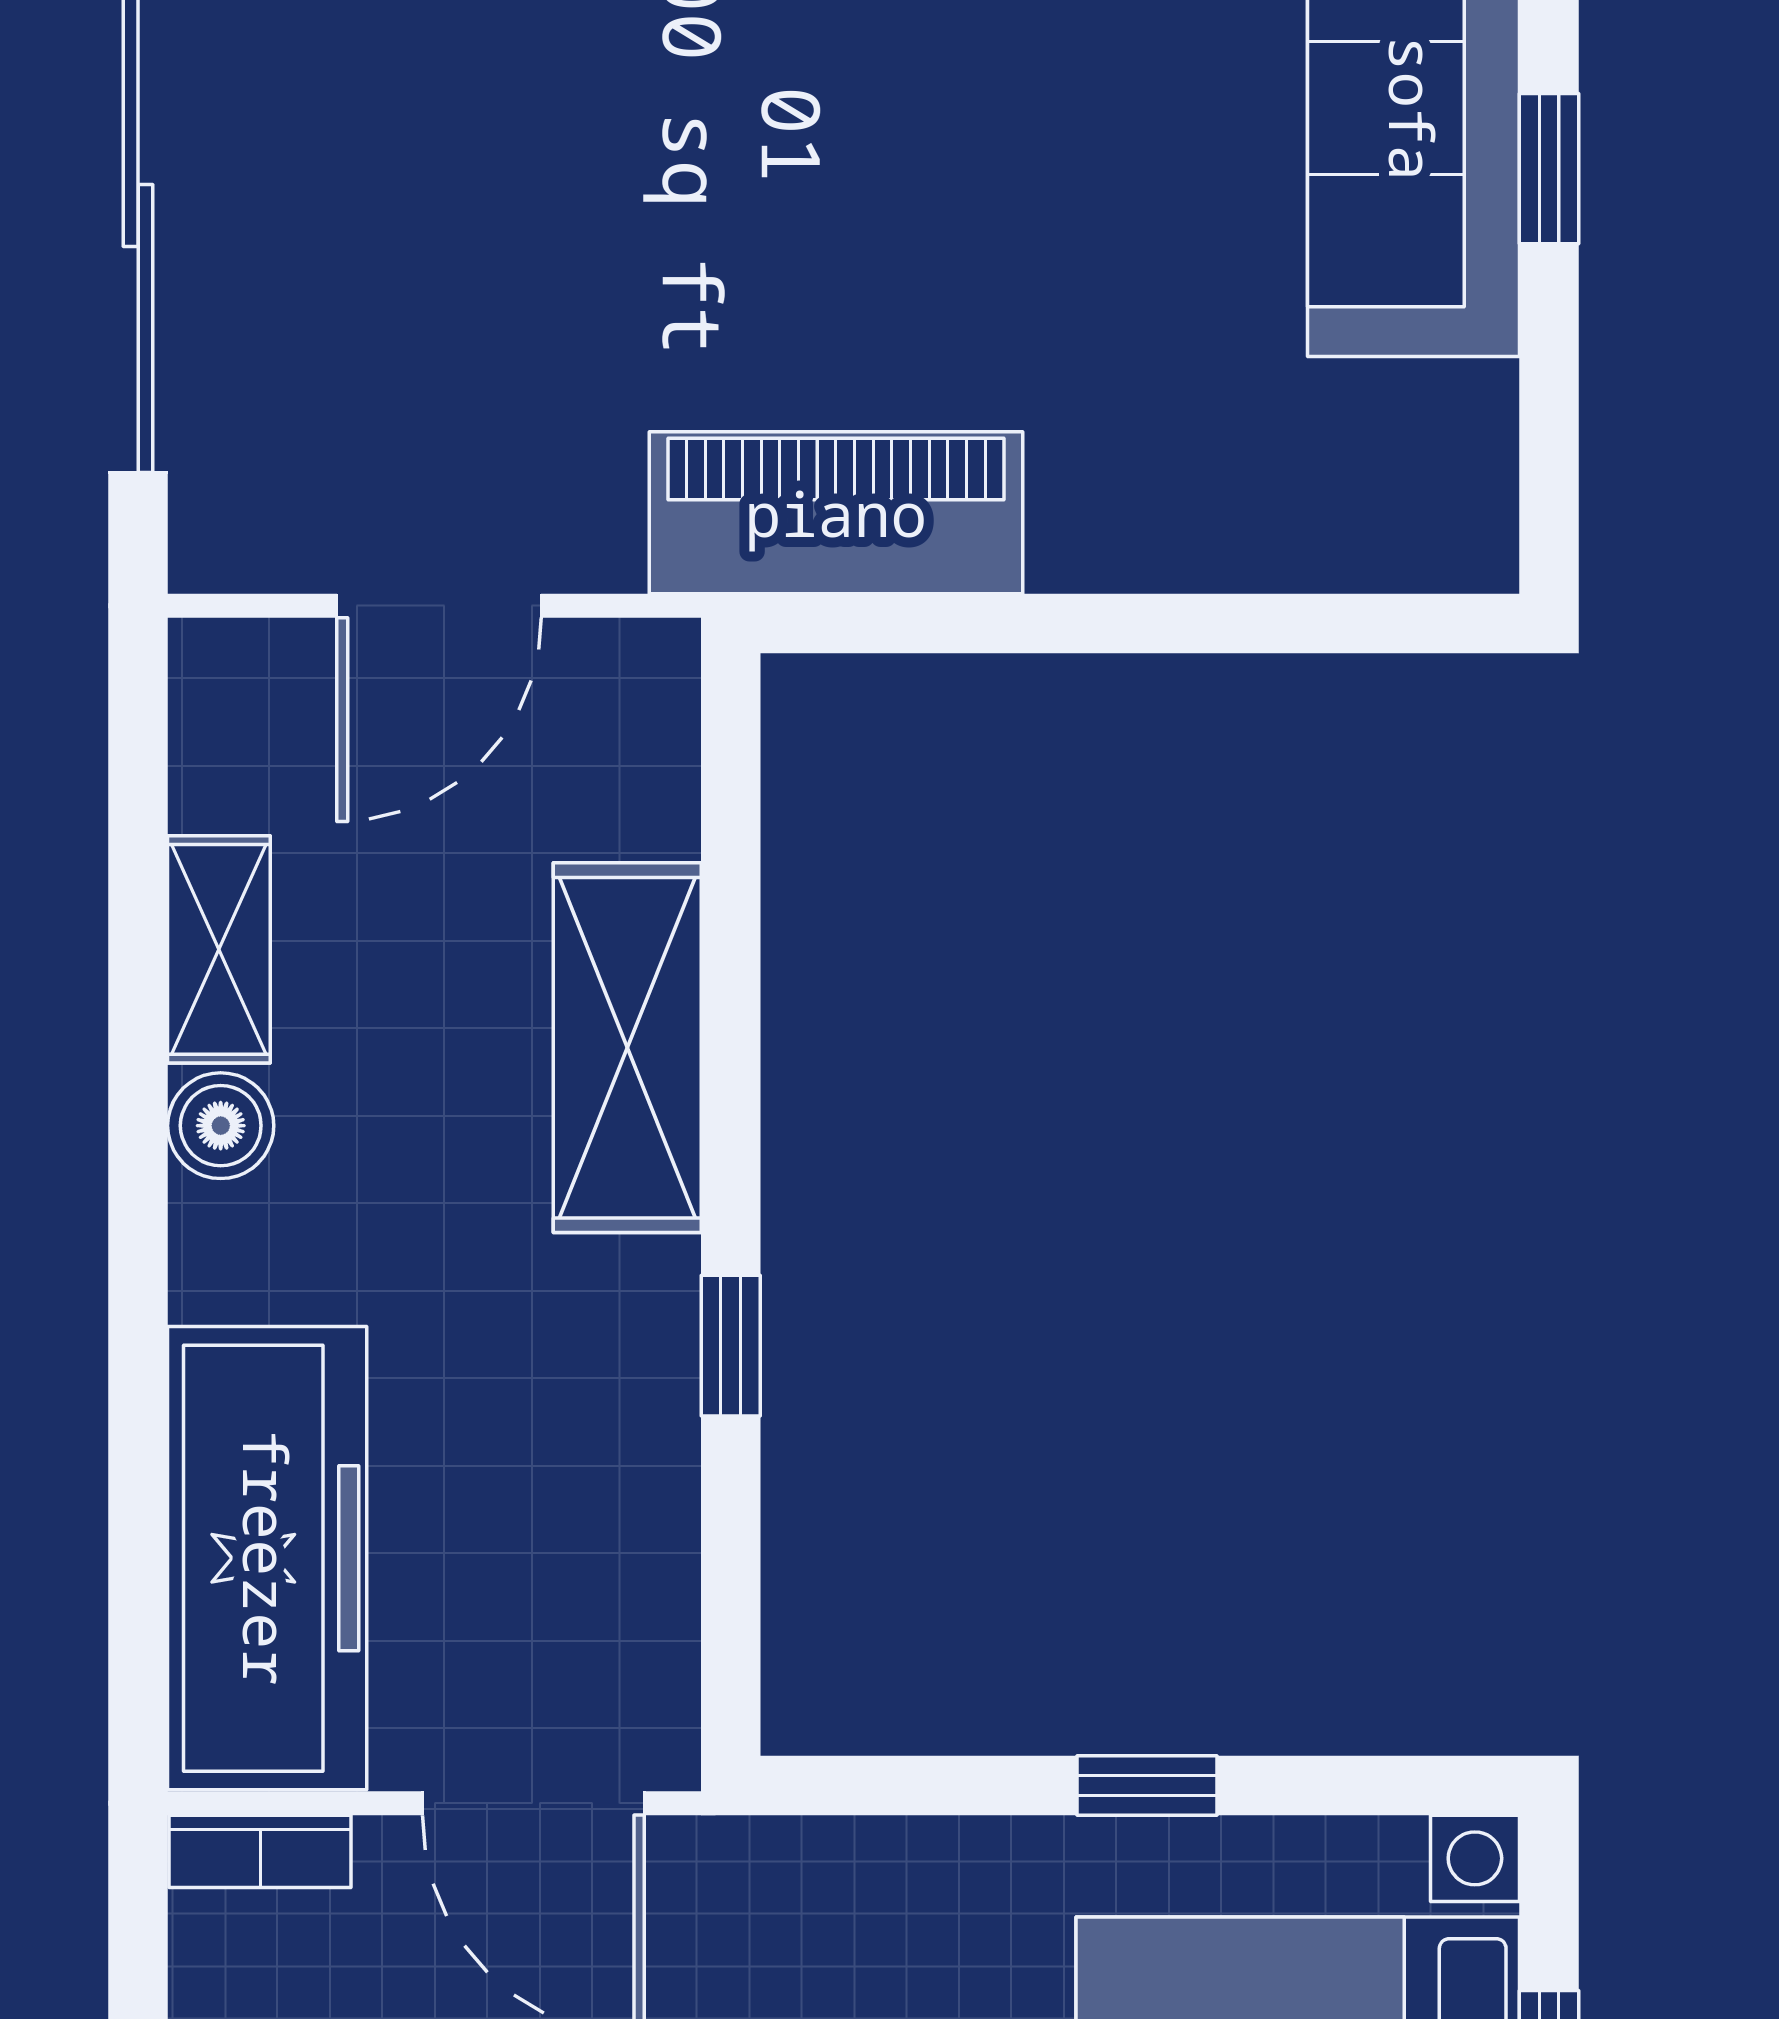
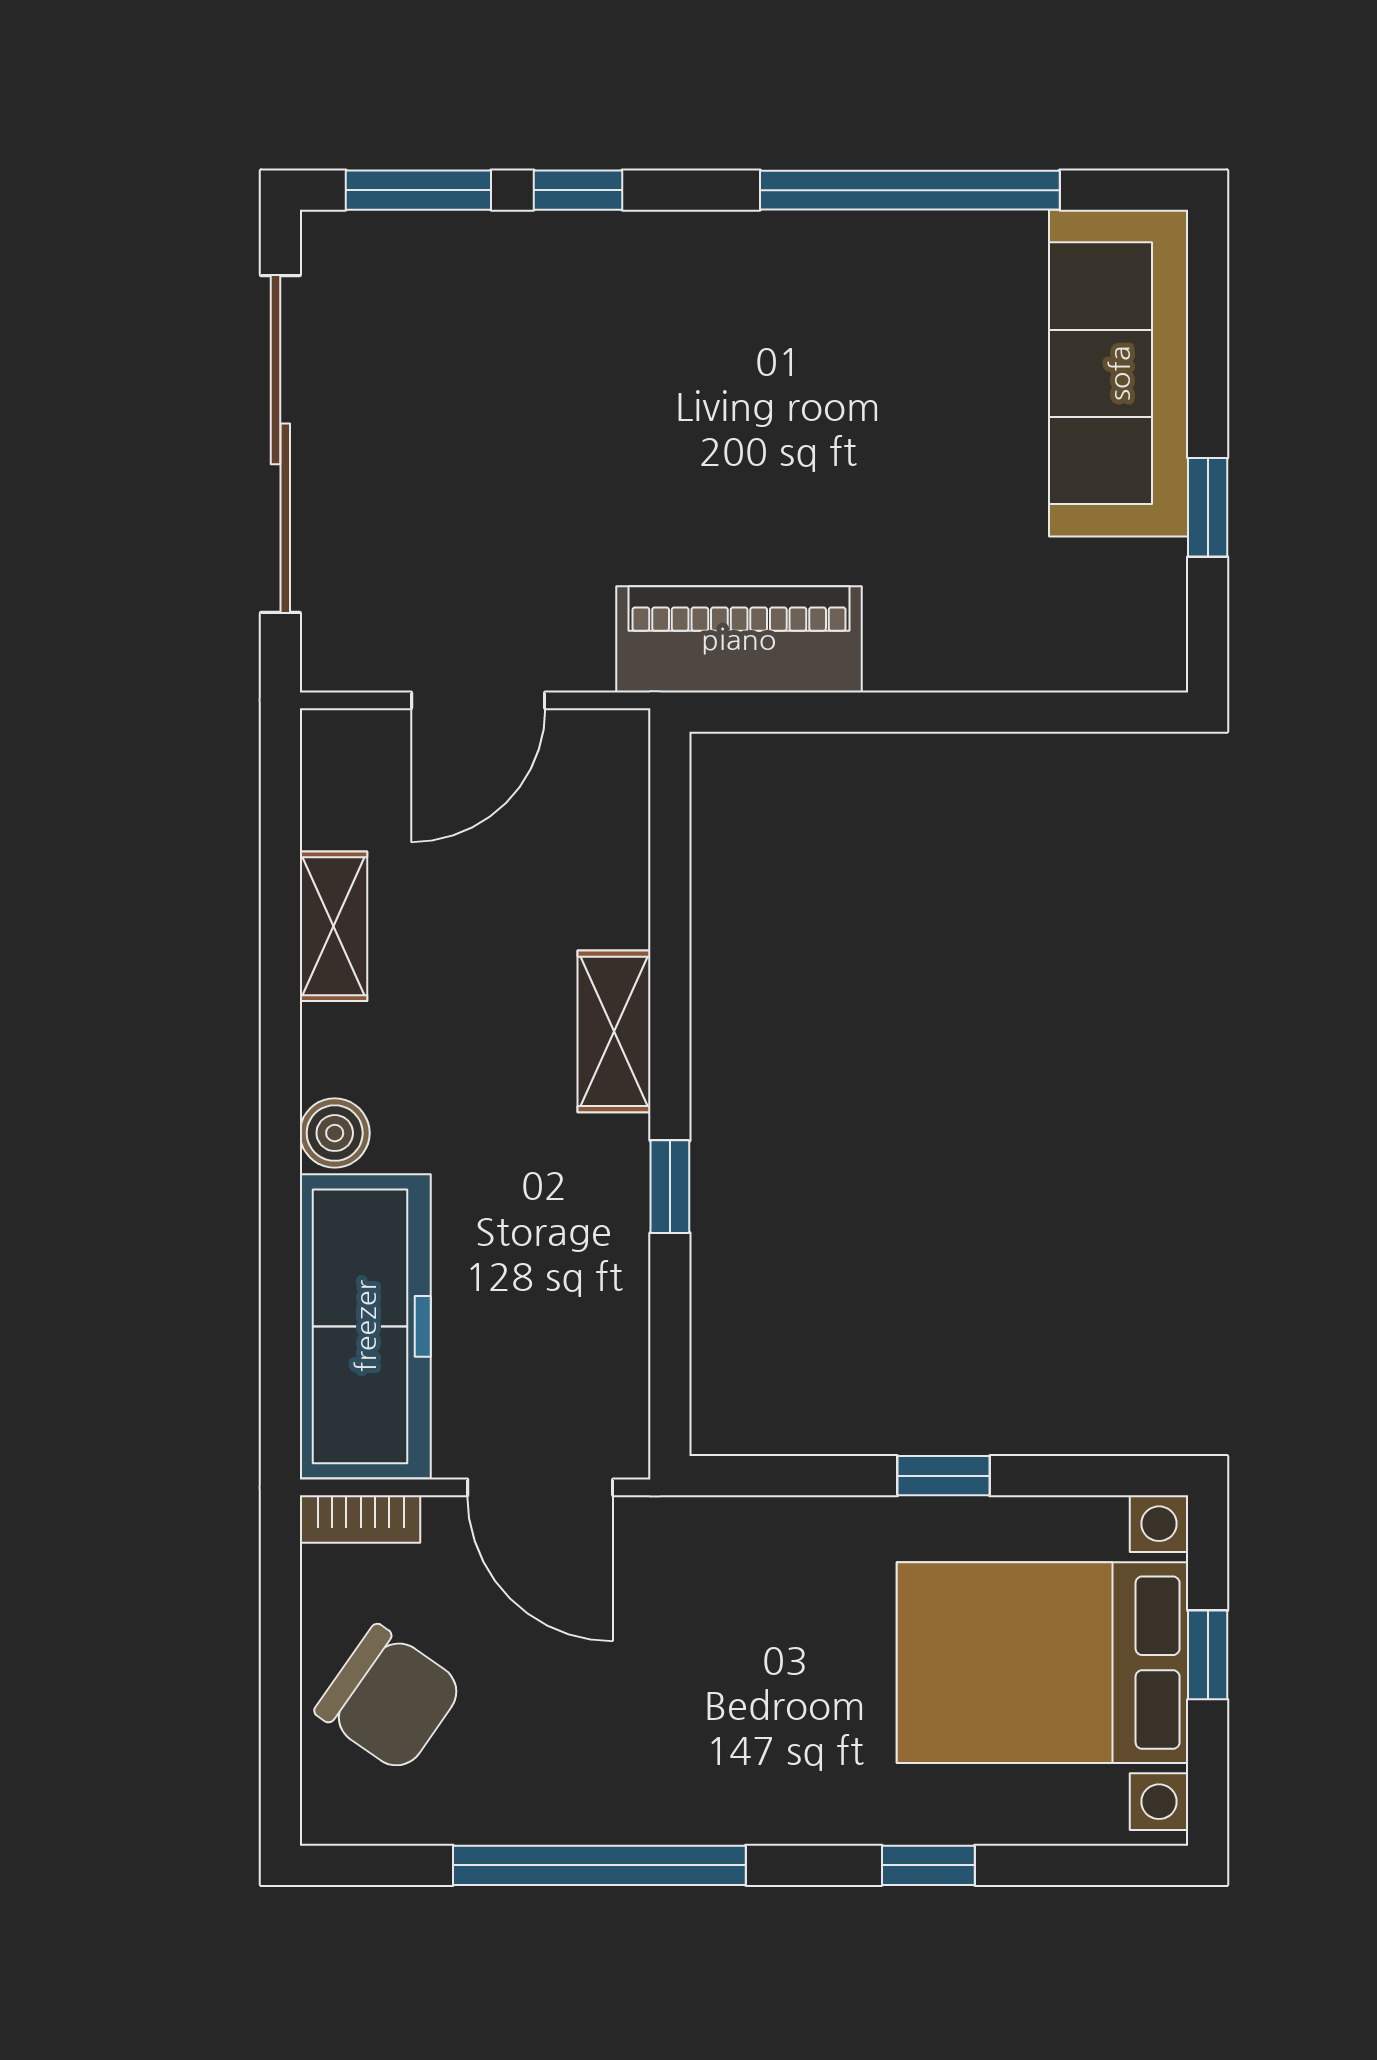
window: (1549, 169) -> (1208, 507), moved
shelving: (627, 1048) -> (614, 1031), width x0.67, depth x0.75
boiler: (221, 1126) -> (335, 1133), moved

